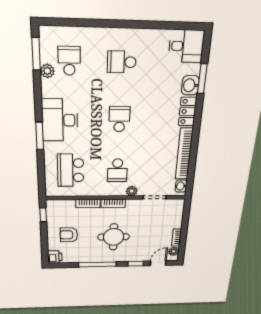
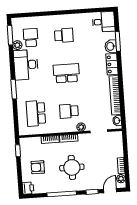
school desk: (122, 62) -> (64, 35), turned 180
school desk: (119, 119) -> (66, 73), width x1.85
desk: (60, 120) -> (26, 65), moved
school desk: (117, 170) -> (69, 111), turned 90

